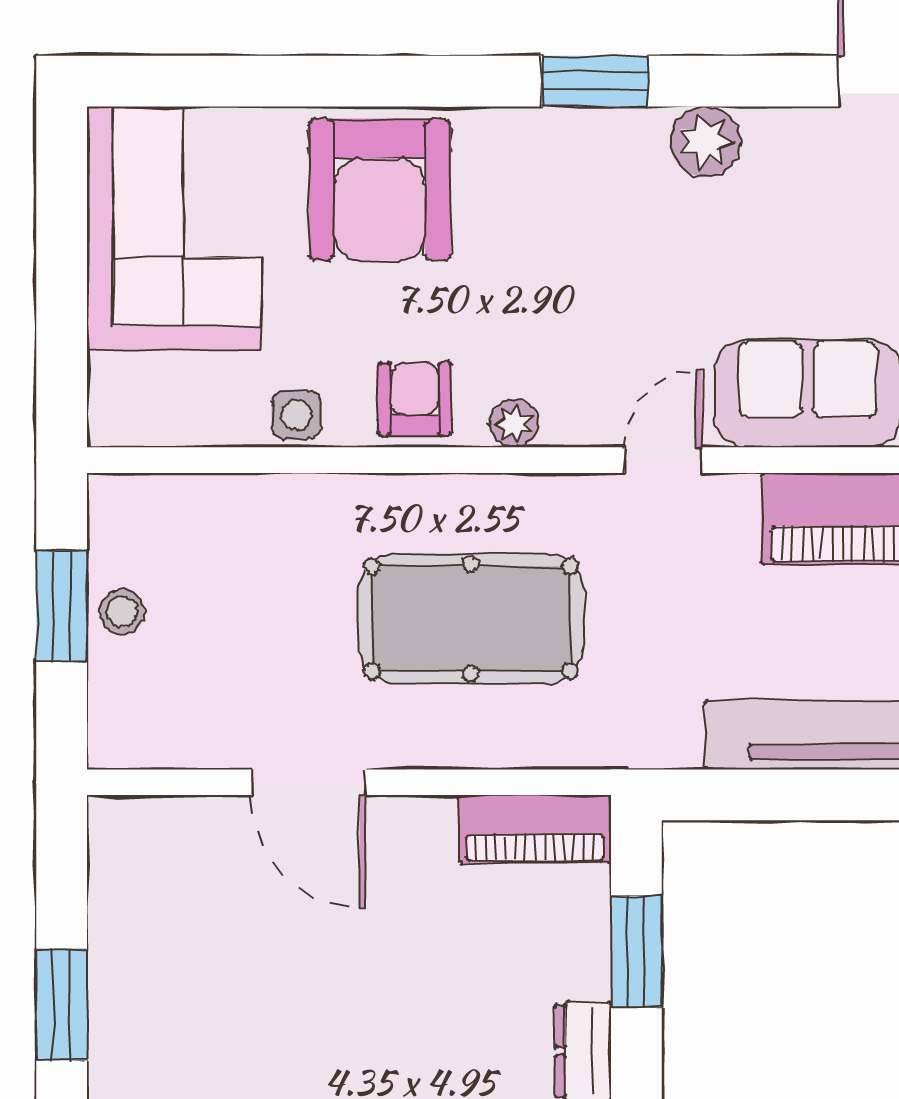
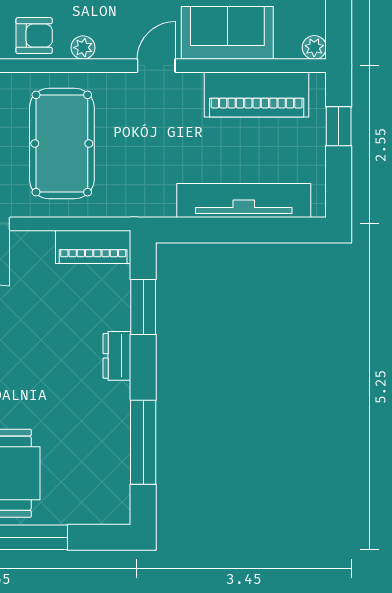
armchair: (415, 399) -> (34, 36), turned 90
pool table: (471, 619) -> (62, 143), turned 90

